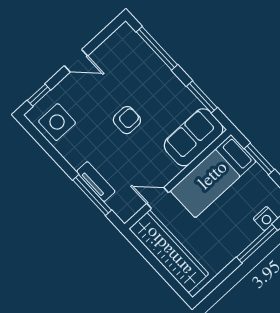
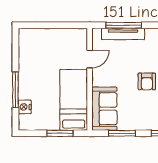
tv unit: (96, 182) -> (123, 34), width x1.41
wardrobe: (169, 251) -> (55, 39), removed

